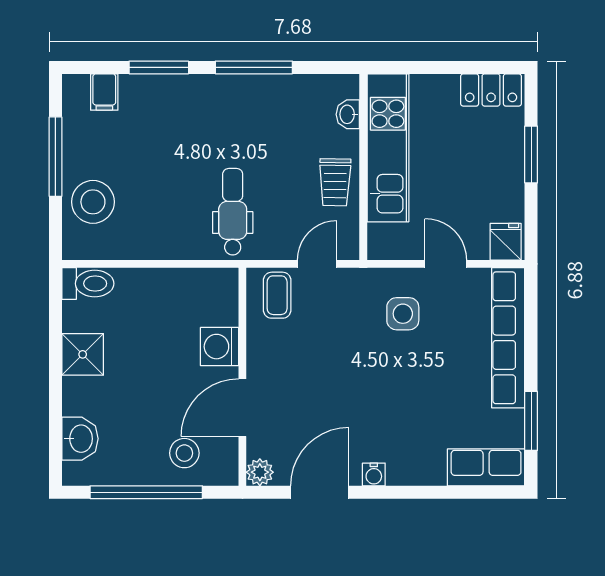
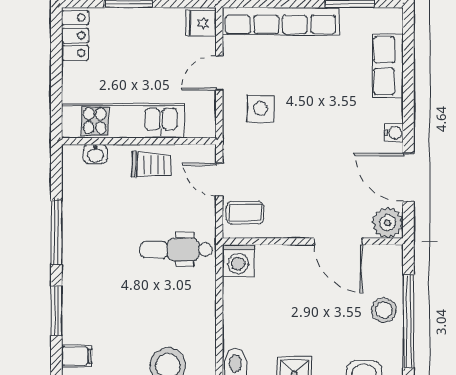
washing machine: (220, 347) -> (238, 260), moved
stool: (184, 453) -> (384, 310), moved
row of seats: (486, 467) -> (388, 66), moved
plant: (260, 472) -> (388, 223), width x1.38, depth x1.38

